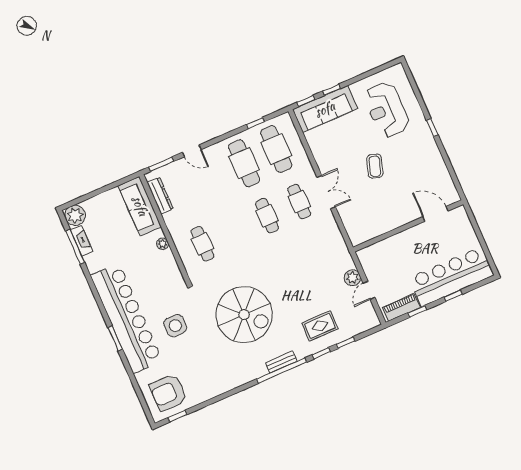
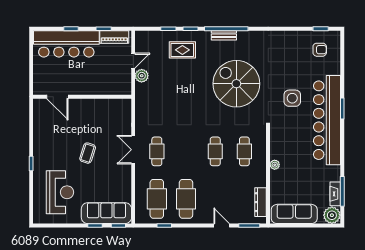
sofa: (140, 206) -> (294, 214), moved, turned -90
cafe table: (267, 216) -> (215, 151), moved
armchair: (168, 392) -> (320, 50), width x0.53, depth x0.53

